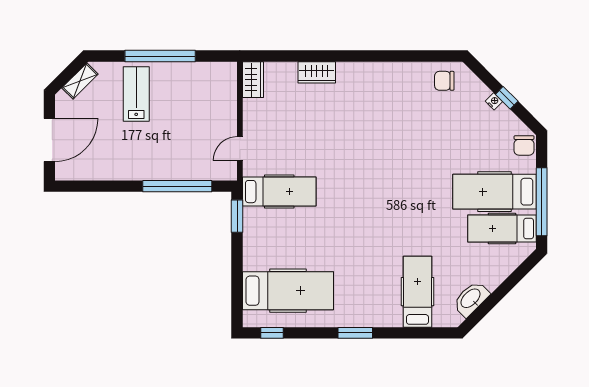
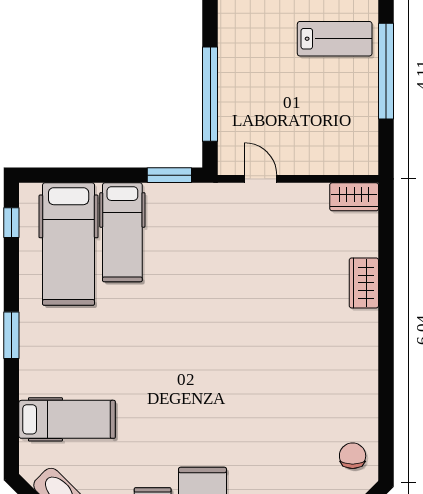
hospital bed: (279, 192) -> (122, 232), moved

